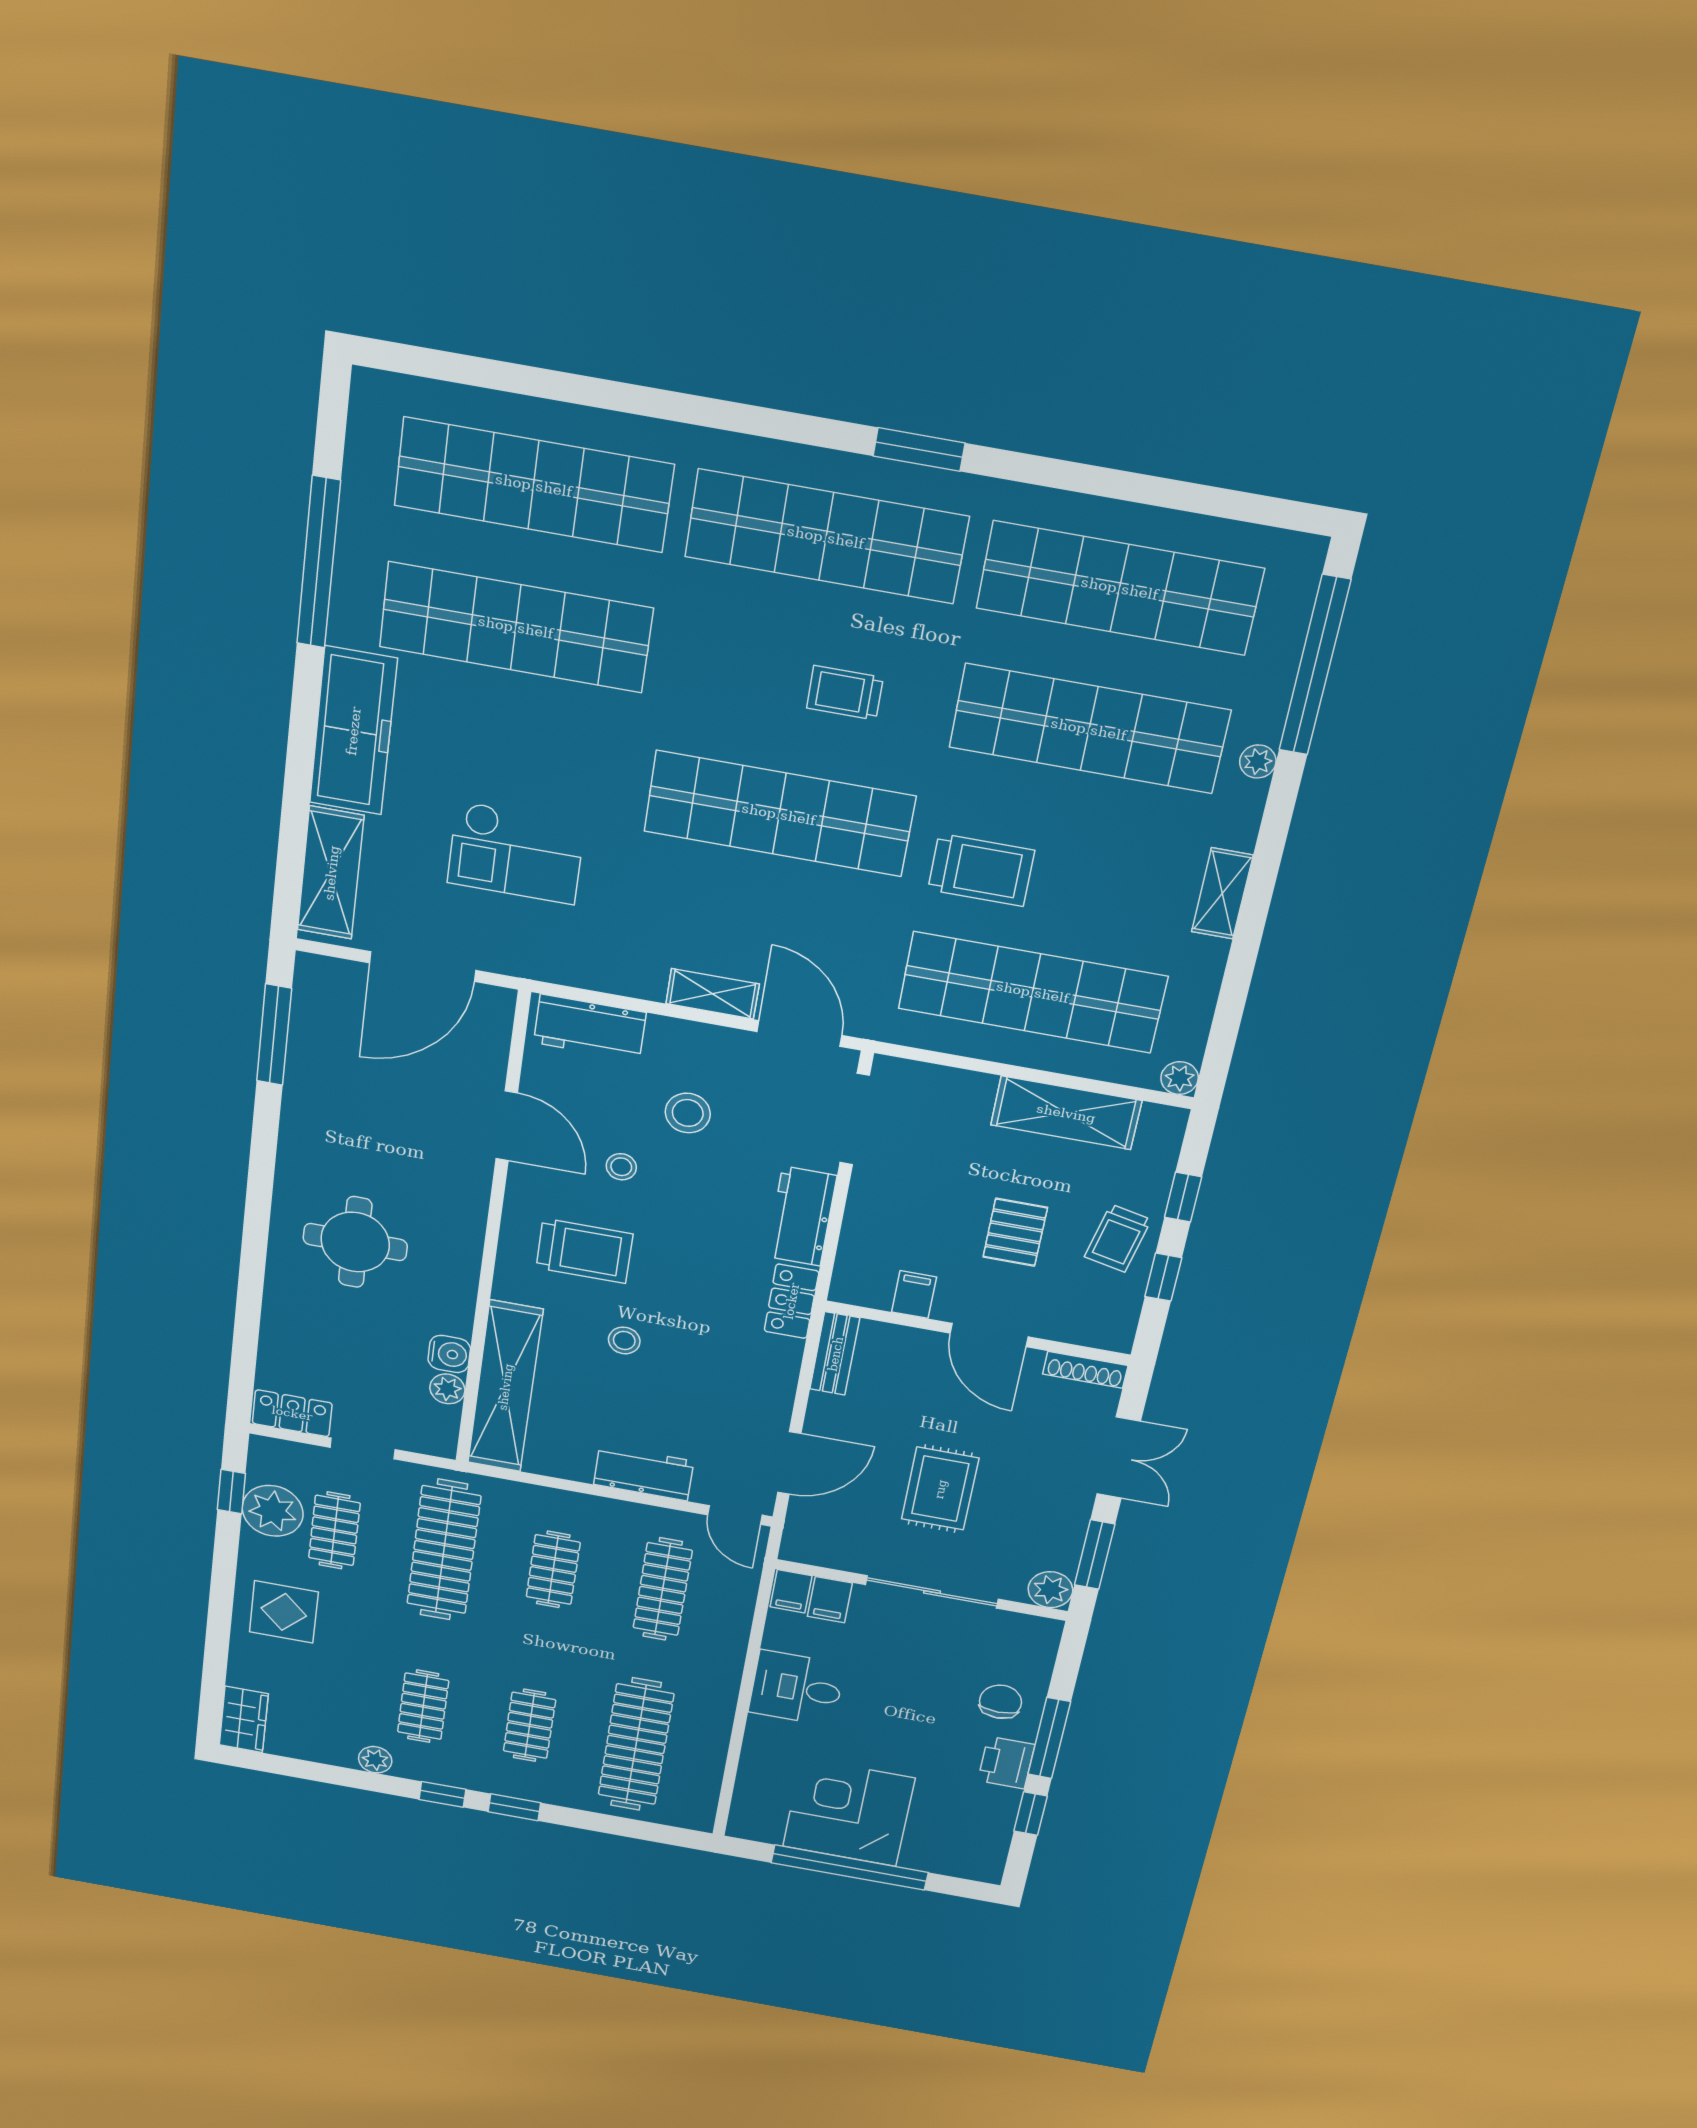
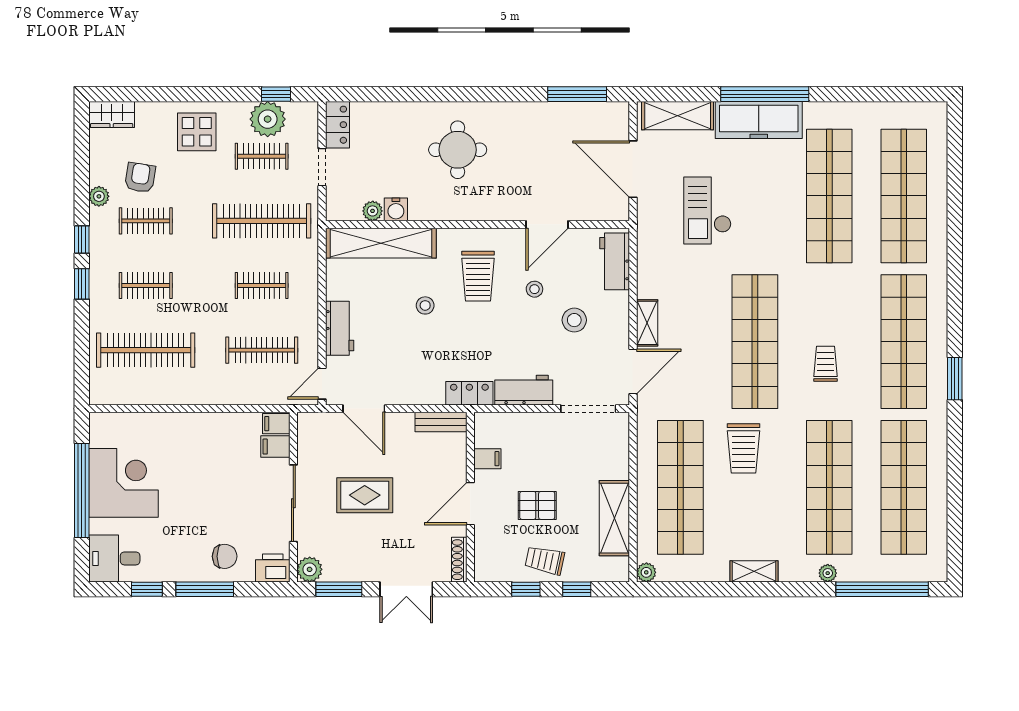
window: (318, 562) -> (765, 94), moved
desk: (797, 1688) -> (114, 558), moved, turned -90
armchair: (351, 1701) -> (140, 178), added
printer: (1006, 1763) -> (273, 568), moved

